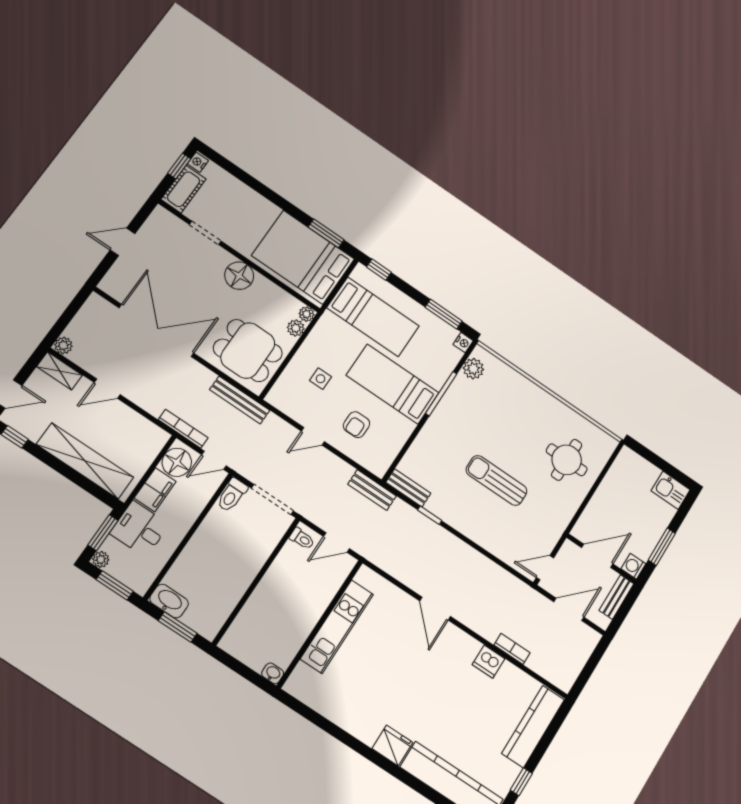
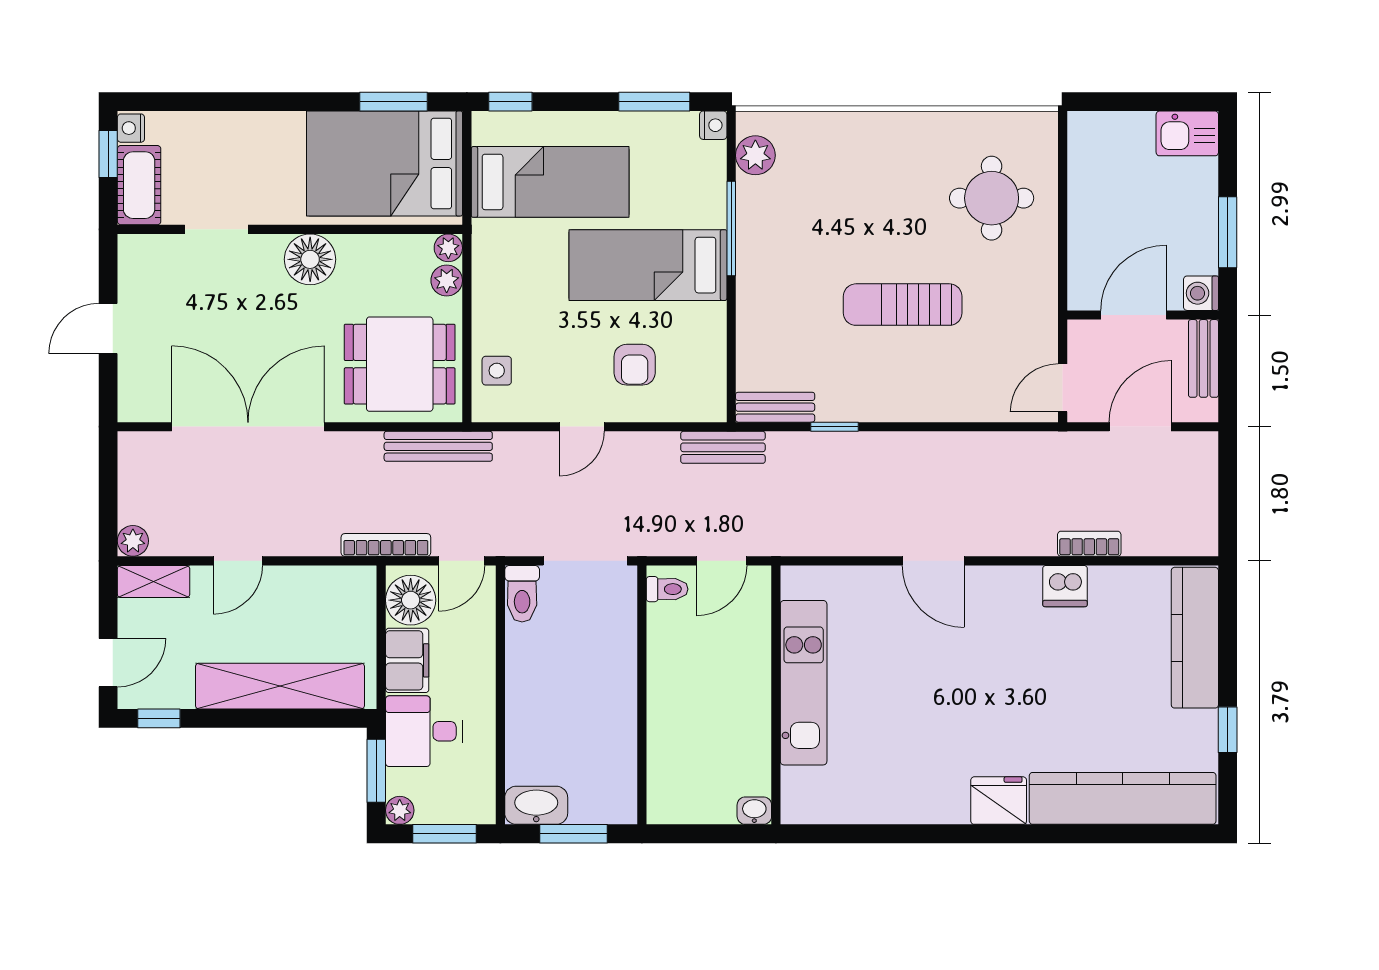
side table: (321, 379) -> (497, 371), moved

